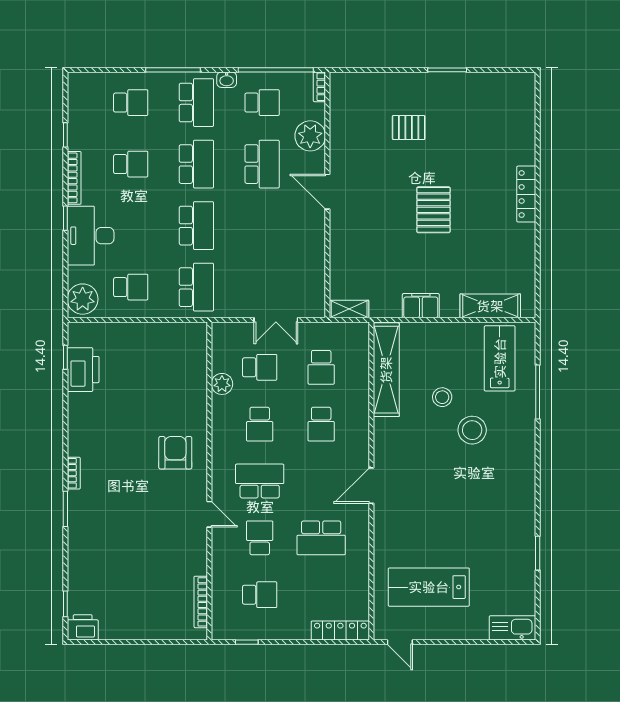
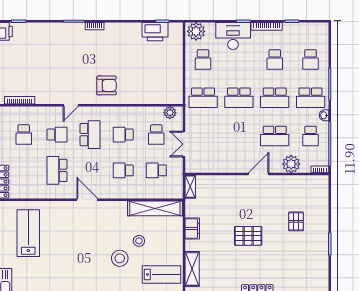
plant: (222, 384) -> (170, 113), moved

